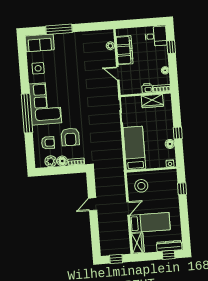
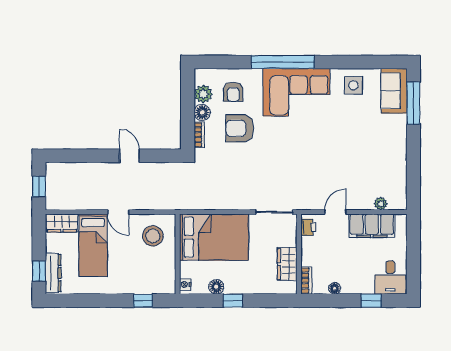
window: (59, 29) -> (413, 103), moved
printer: (147, 88) -> (308, 227), moved
bed: (134, 148) -> (214, 237), width x1.50

